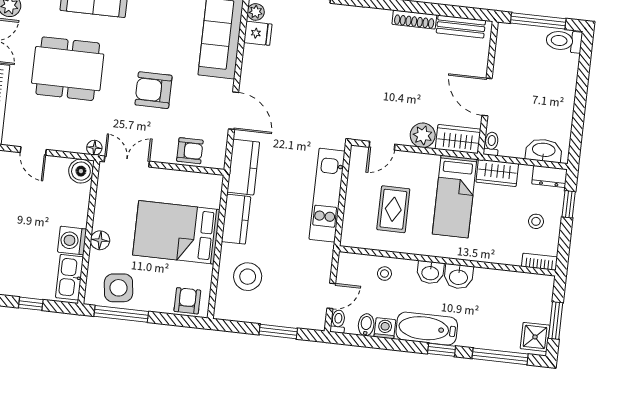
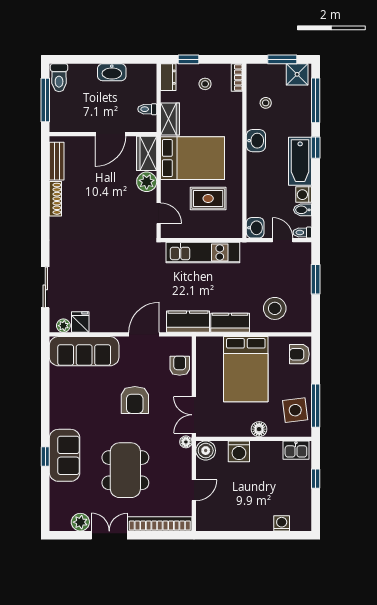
toilet: (491, 144) -> (147, 109), moved
washbasin: (544, 150) -> (112, 72), moved, turned -90
bed: (455, 196) -> (193, 158), width x1.50
washing machine: (72, 241) -> (239, 451), moved
washbasin: (430, 273) -> (255, 228), moved
stool: (384, 274) -> (266, 103), moved
kitchen sink: (70, 277) -> (296, 450), width x0.73

